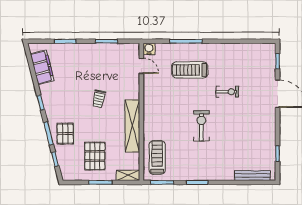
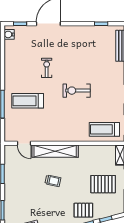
water cooler: (149, 49) -> (9, 34), moved
door: (141, 66) -> (24, 143), swing flipped
treadmill: (190, 70) -> (28, 101), turned 90
shelving: (132, 126) -> (55, 151), moved

